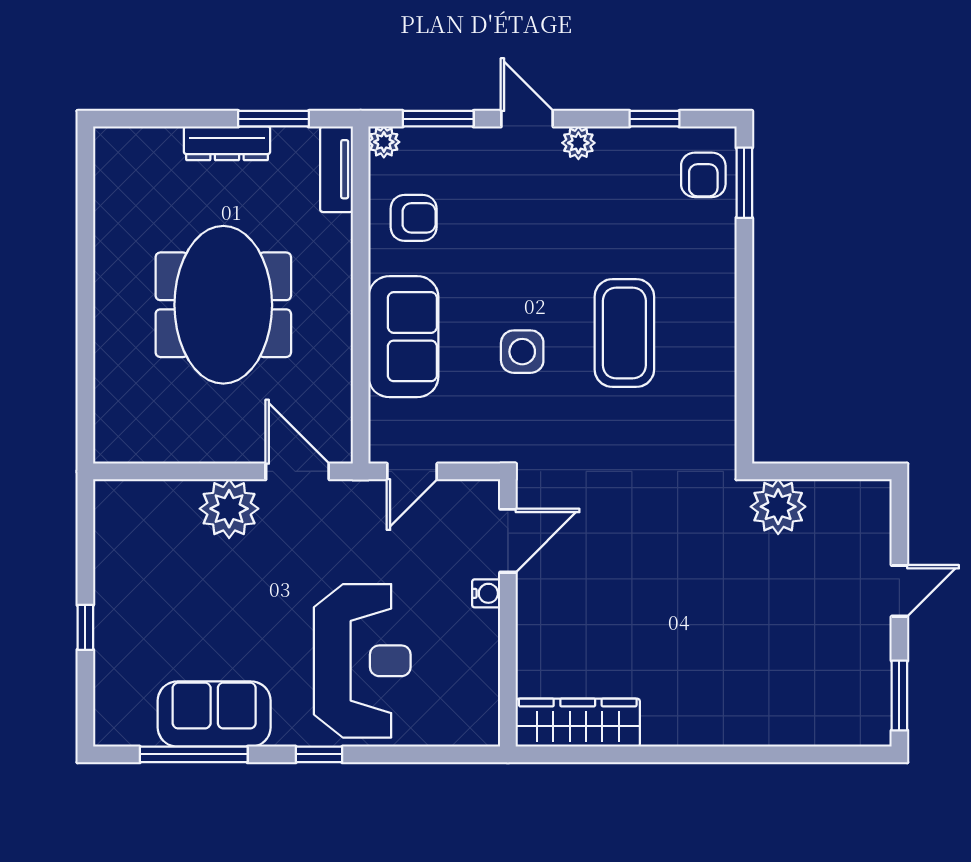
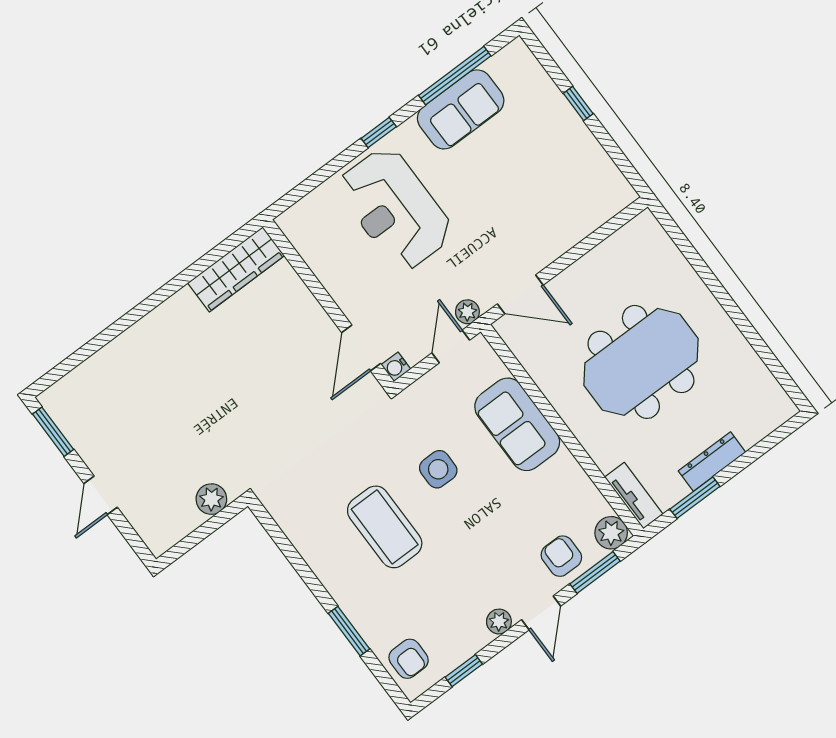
door: (527, 119) -> (541, 613), hinge flipped
plant: (384, 142) -> (611, 533), width x1.38, depth x1.38
armchair: (703, 175) -> (409, 659), turned 180
window: (744, 183) -> (349, 631), moved
armchair: (414, 218) -> (561, 556), moved, turned 90
meeting table: (223, 305) -> (641, 362), turned 90
plant: (778, 507) -> (211, 499), width x0.73, depth x0.73
plant: (229, 509) -> (467, 312), moved, width x0.53, depth x0.53
water cooler: (486, 593) -> (396, 367), moved

